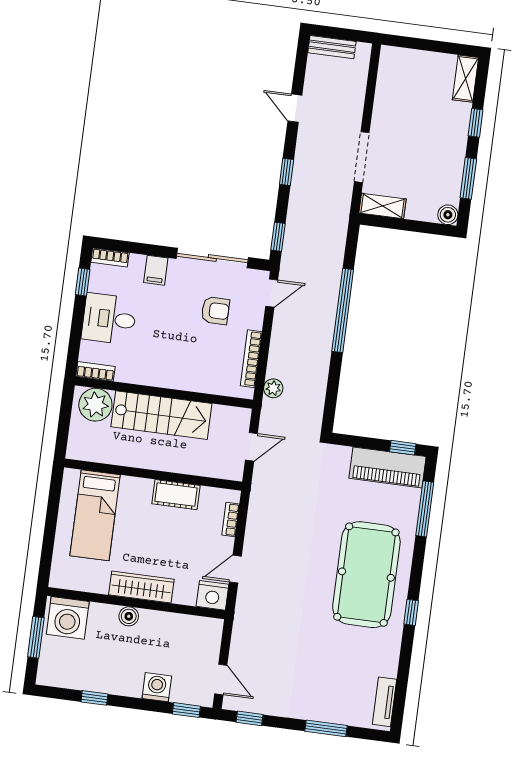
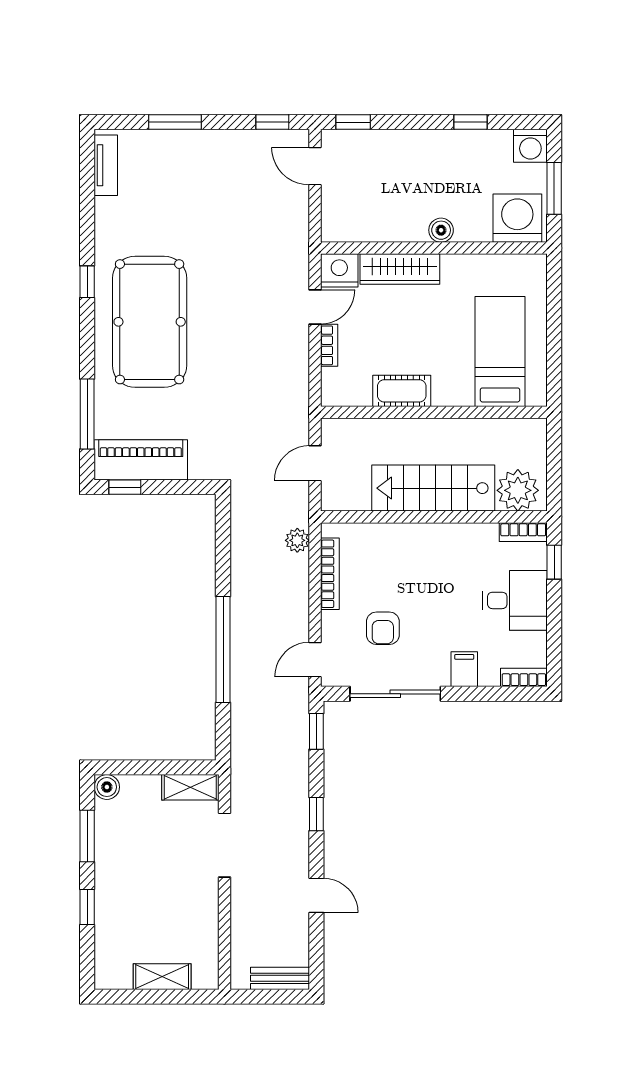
shelving: (465, 79) -> (162, 977), moved, turned 90
window: (83, 282) -> (554, 562), moved
armchair: (215, 311) -> (383, 628), turned -90
bookcase: (231, 519) -> (329, 345), moved
wardrobe: (141, 587) -> (400, 269), moved
washing machine: (157, 687) -> (530, 146), moved

